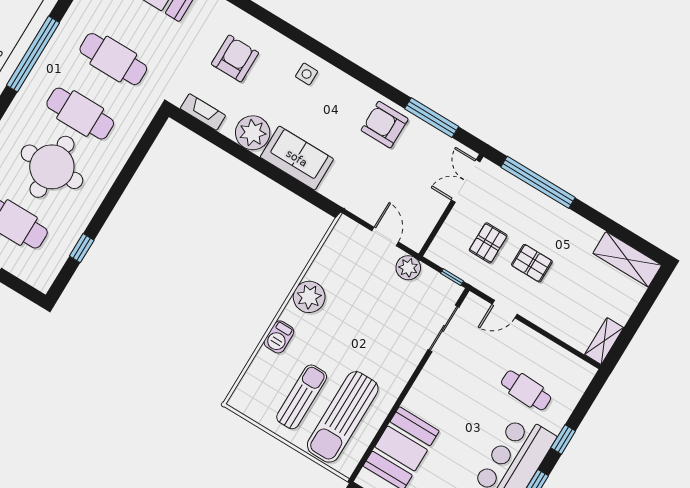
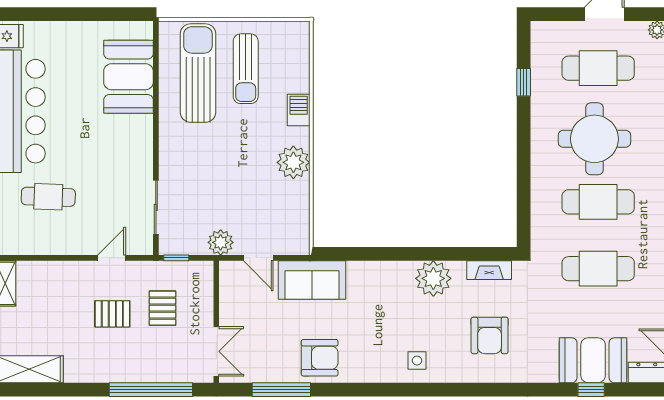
sofa: (297, 158) -> (312, 280), moved

